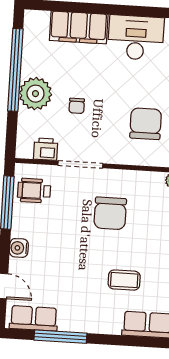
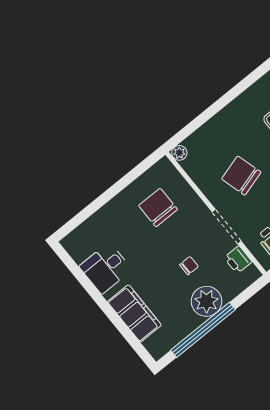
desk: (136, 38) -> (106, 268), width x0.73
chair: (146, 124) -> (158, 208), turned 90
chair: (110, 213) -> (241, 176), turned -106

